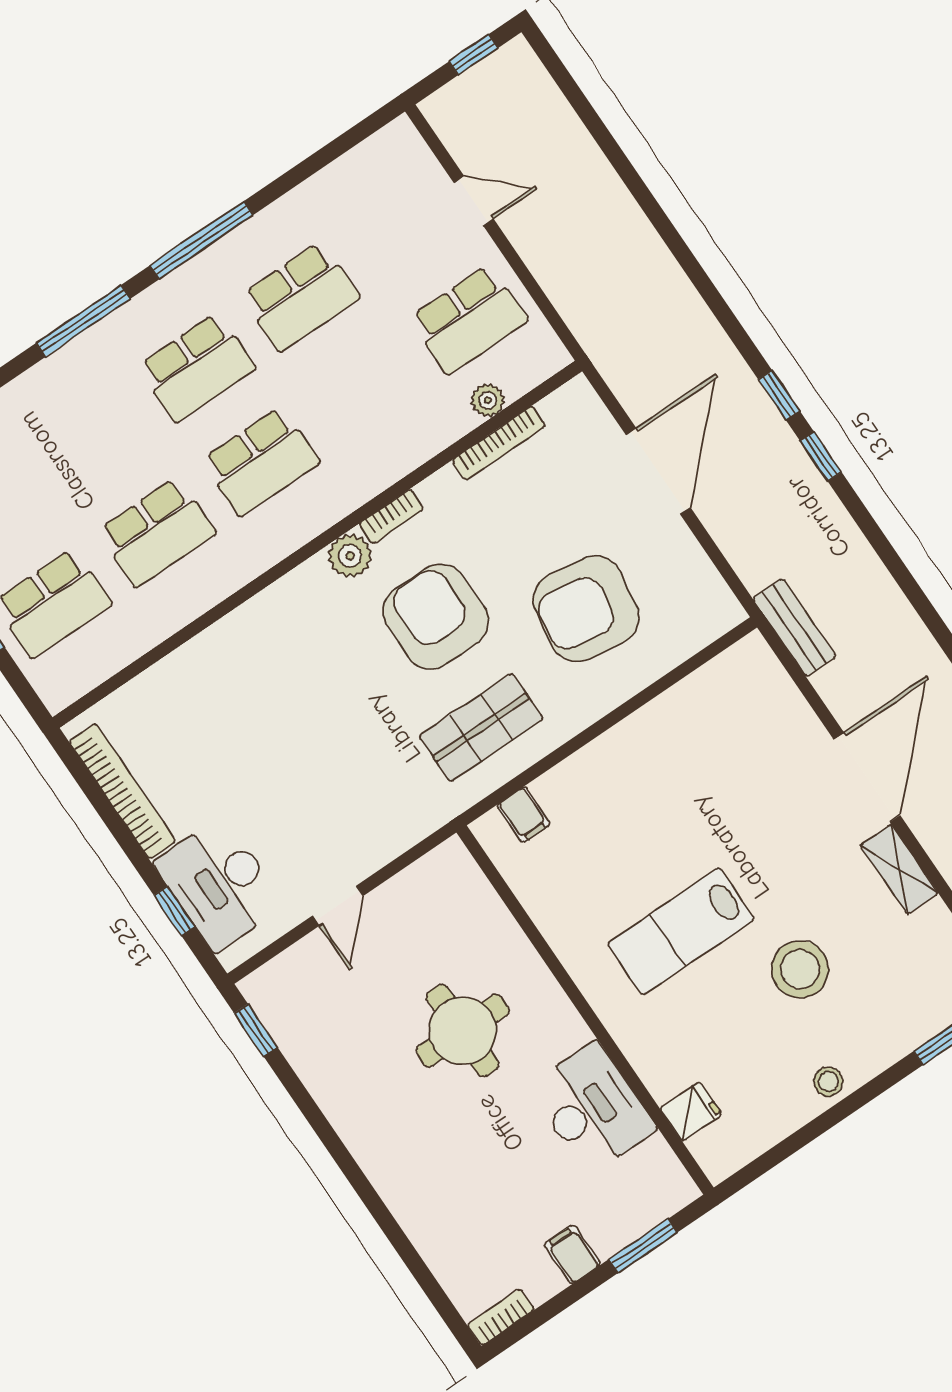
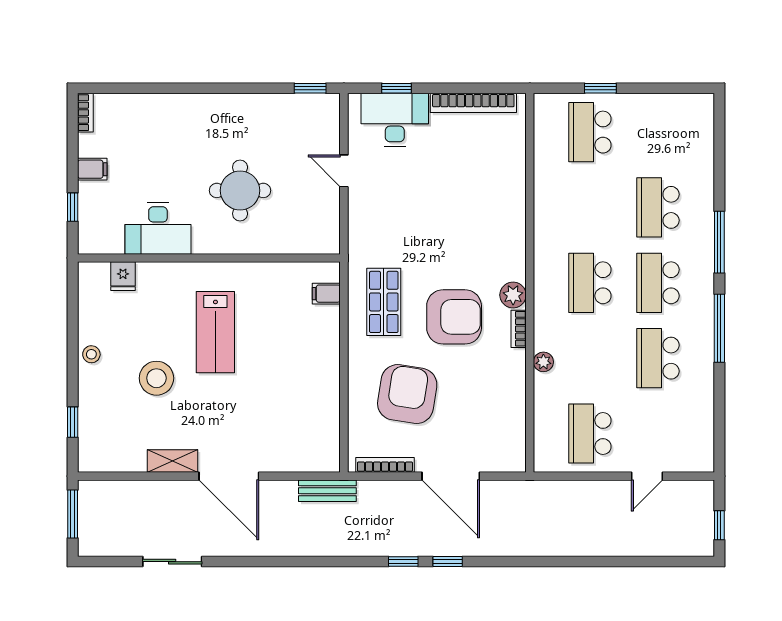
plant: (488, 400) -> (543, 362), moved
bookcase: (499, 443) -> (385, 465), moved, turned 90
school desk: (157, 532) -> (658, 207), moved
lab bench: (681, 931) -> (215, 332), turned 180
window: (643, 1246) -> (73, 207), width x0.67

